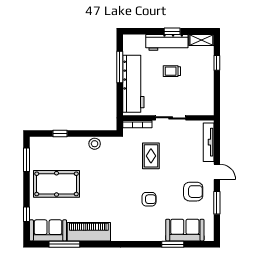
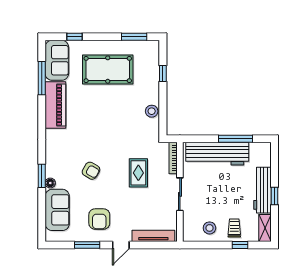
trolley: (172, 71) -> (234, 228), moved
stool: (201, 91) -> (209, 228), added
rug: (151, 156) -> (138, 173), turned 90
pool table: (56, 184) -> (108, 70), turned 90
armchair: (149, 199) -> (91, 171), turned -60
floor lamp: (160, 236) -> (50, 183), added
window: (173, 244) -> (42, 176), moved

